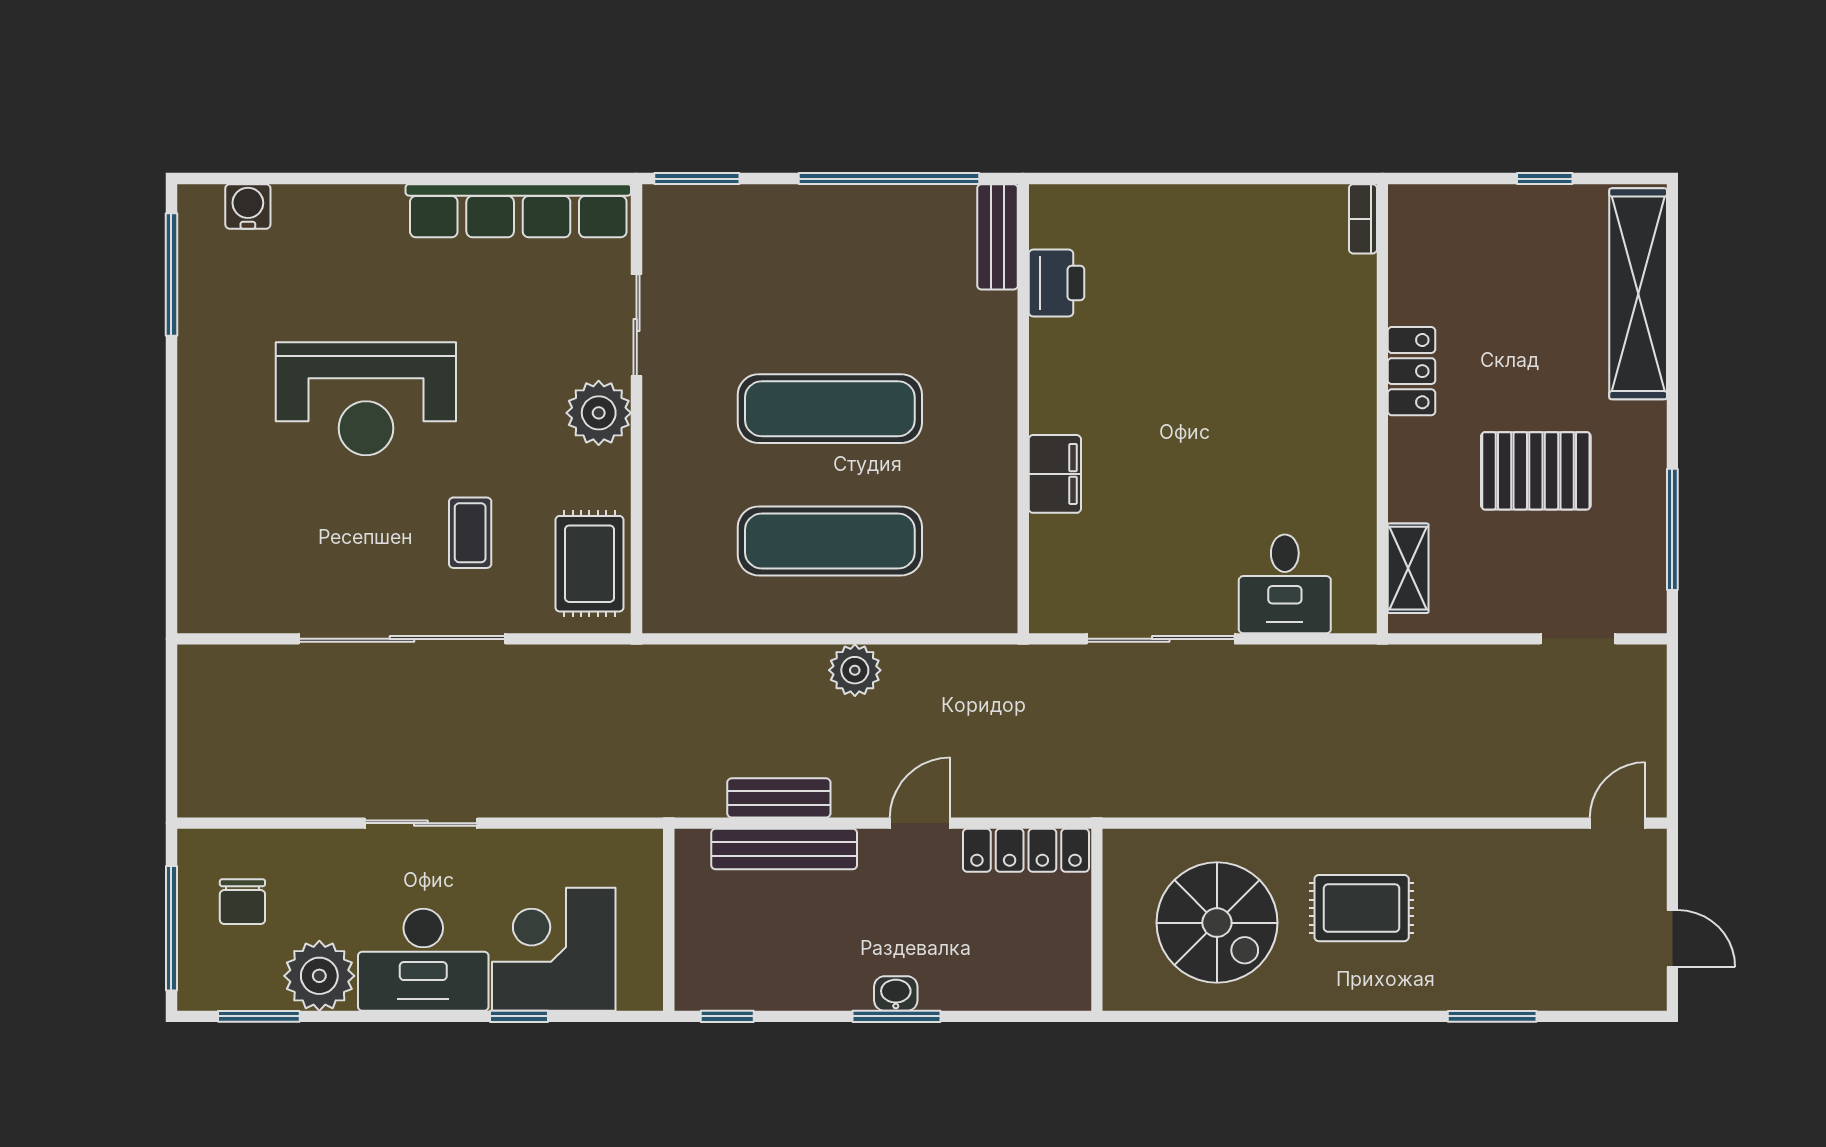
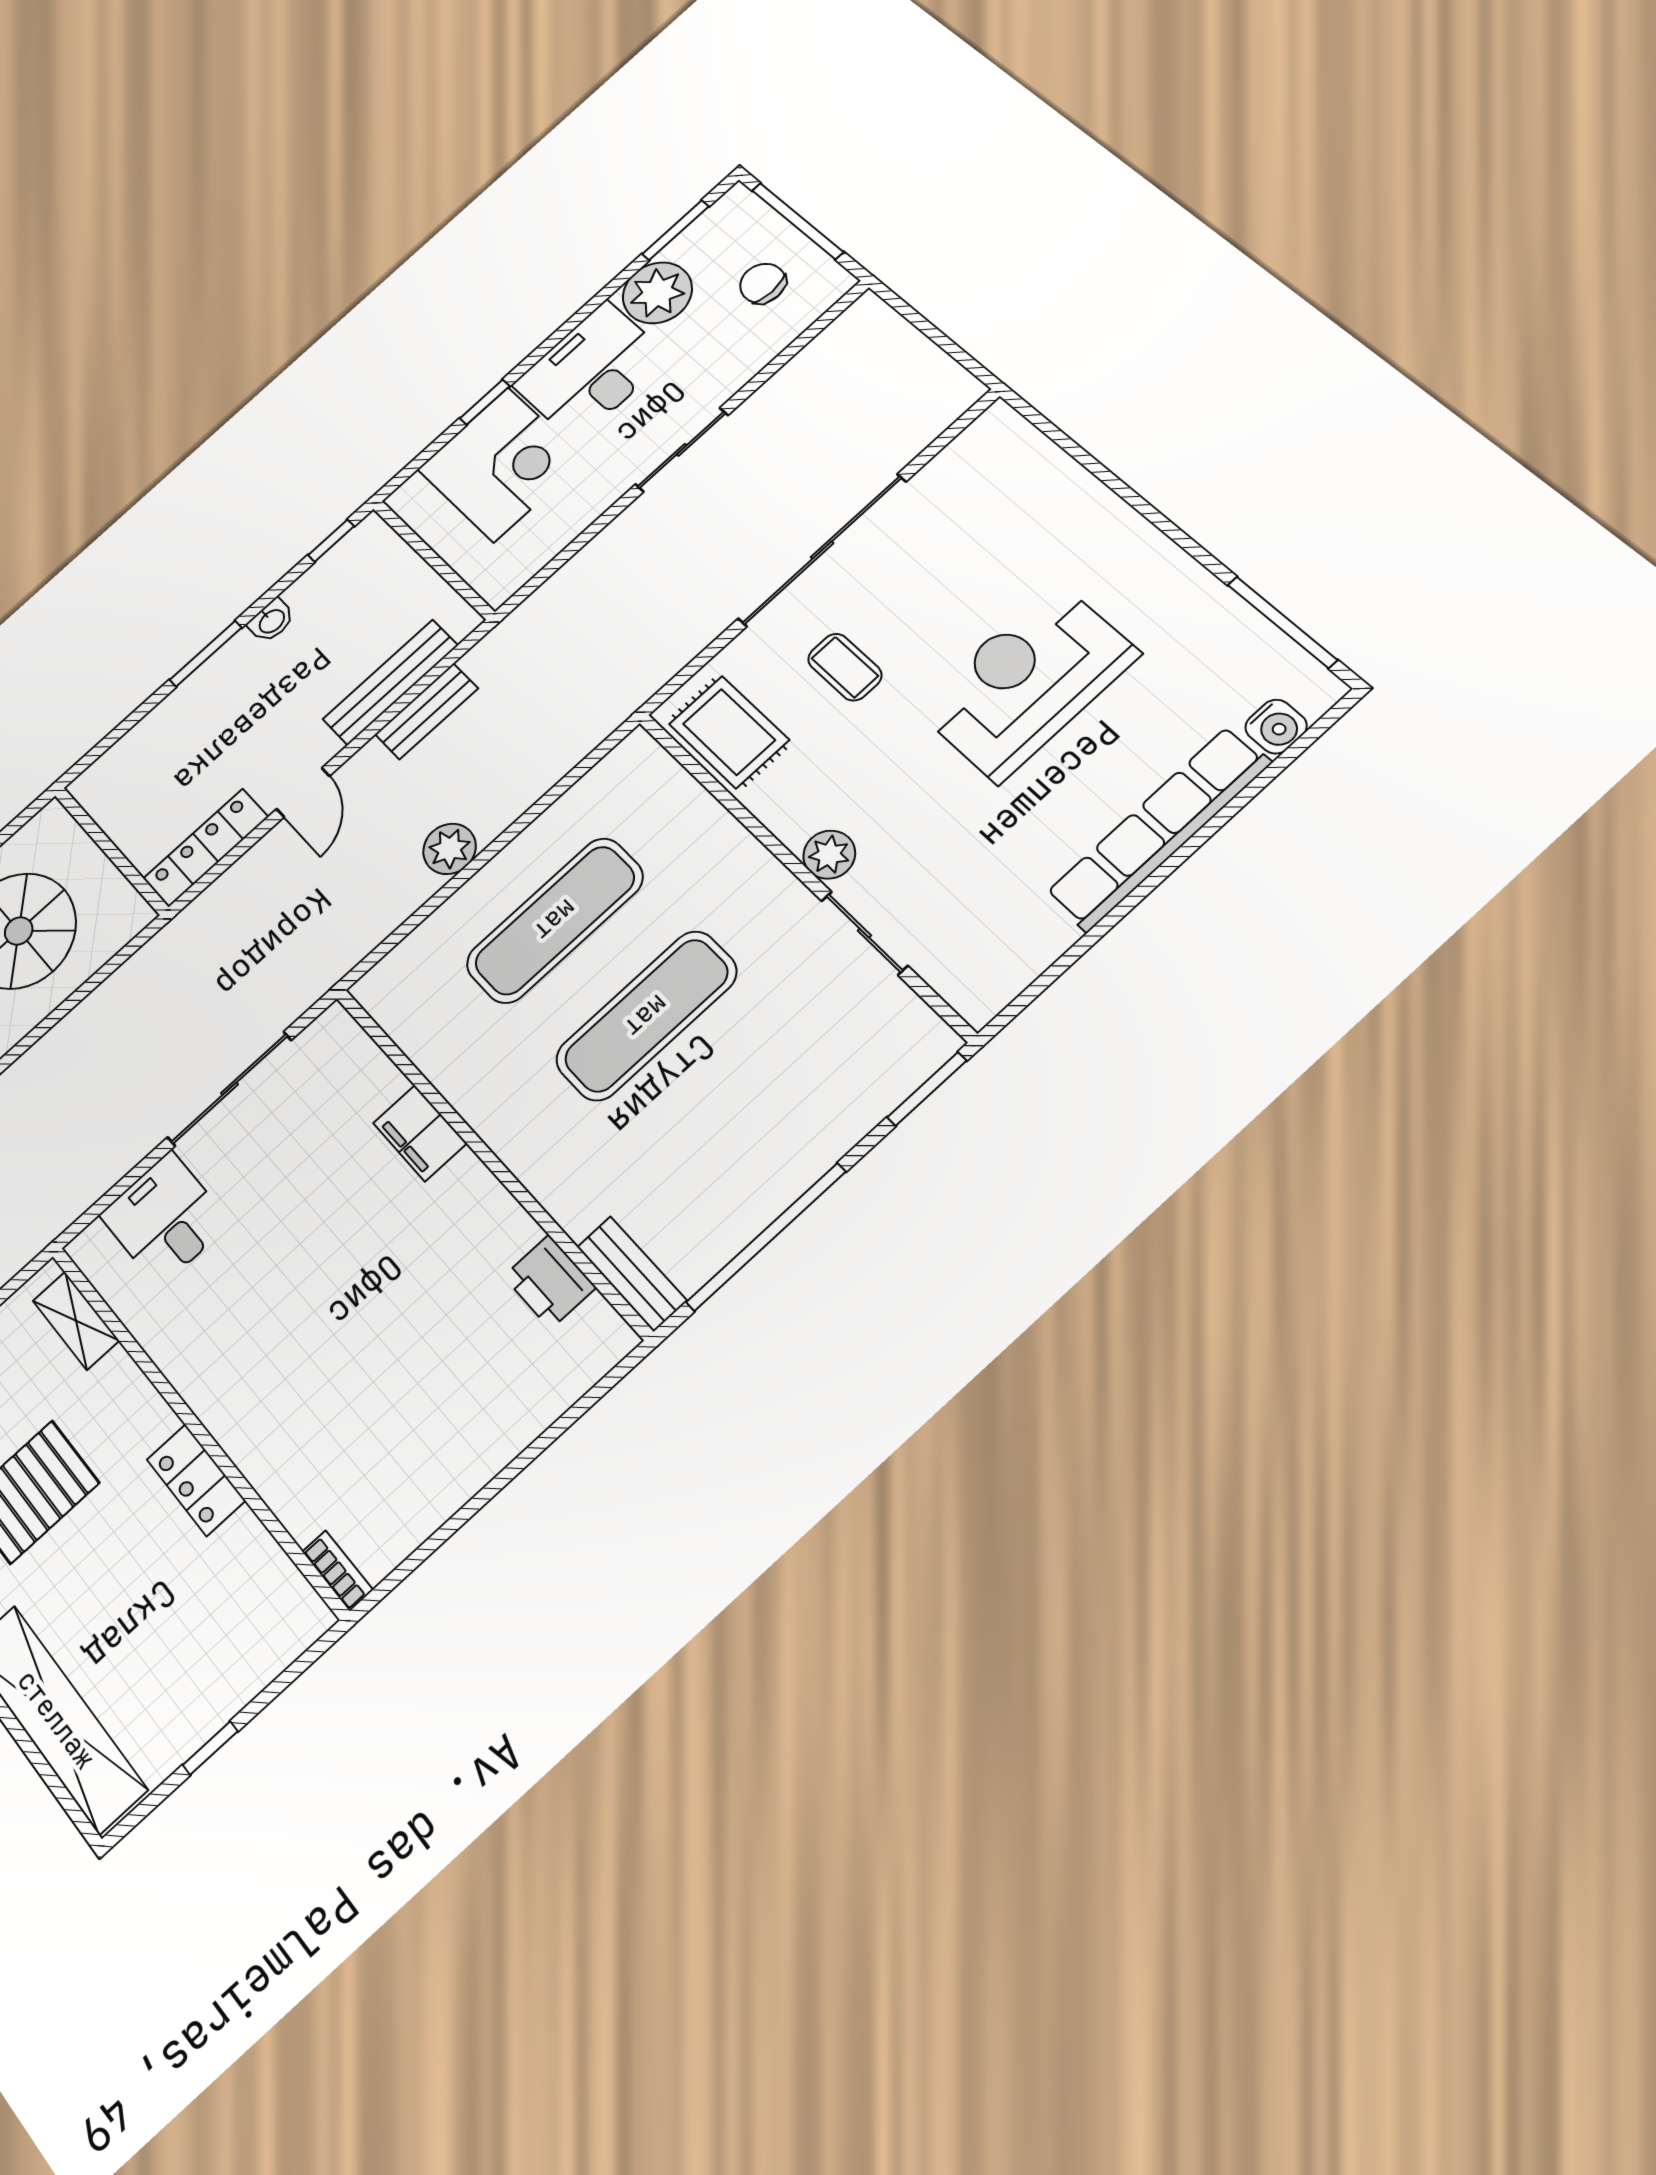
row of seats: (518, 211) -> (1158, 828), moved
plant: (599, 413) -> (829, 855), width x0.73, depth x0.73
washbasin: (896, 994) -> (271, 621), moved

